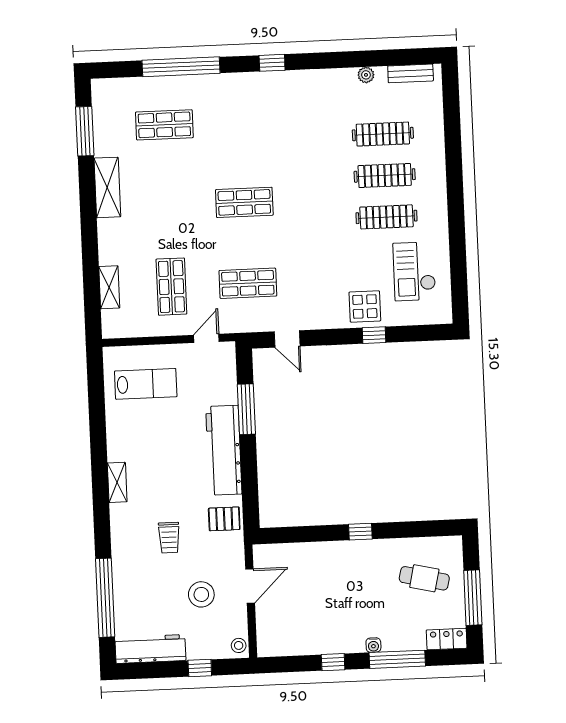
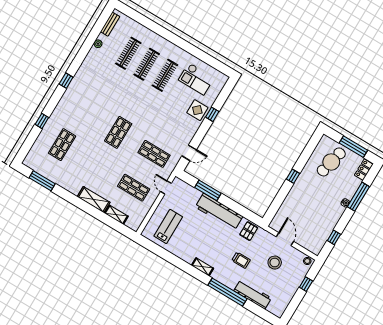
window: (181, 67) -> (42, 121), width x0.32
shelving: (107, 187) -> (94, 200), moved
shop shelf: (248, 283) -> (154, 154), turned 90
cafe table: (424, 578) -> (331, 162), width x1.37, depth x1.35
window: (105, 598) -> (227, 292), moved
workbench: (150, 649) -> (253, 294), moved, turned 90
window: (333, 662) -> (334, 237), moved

